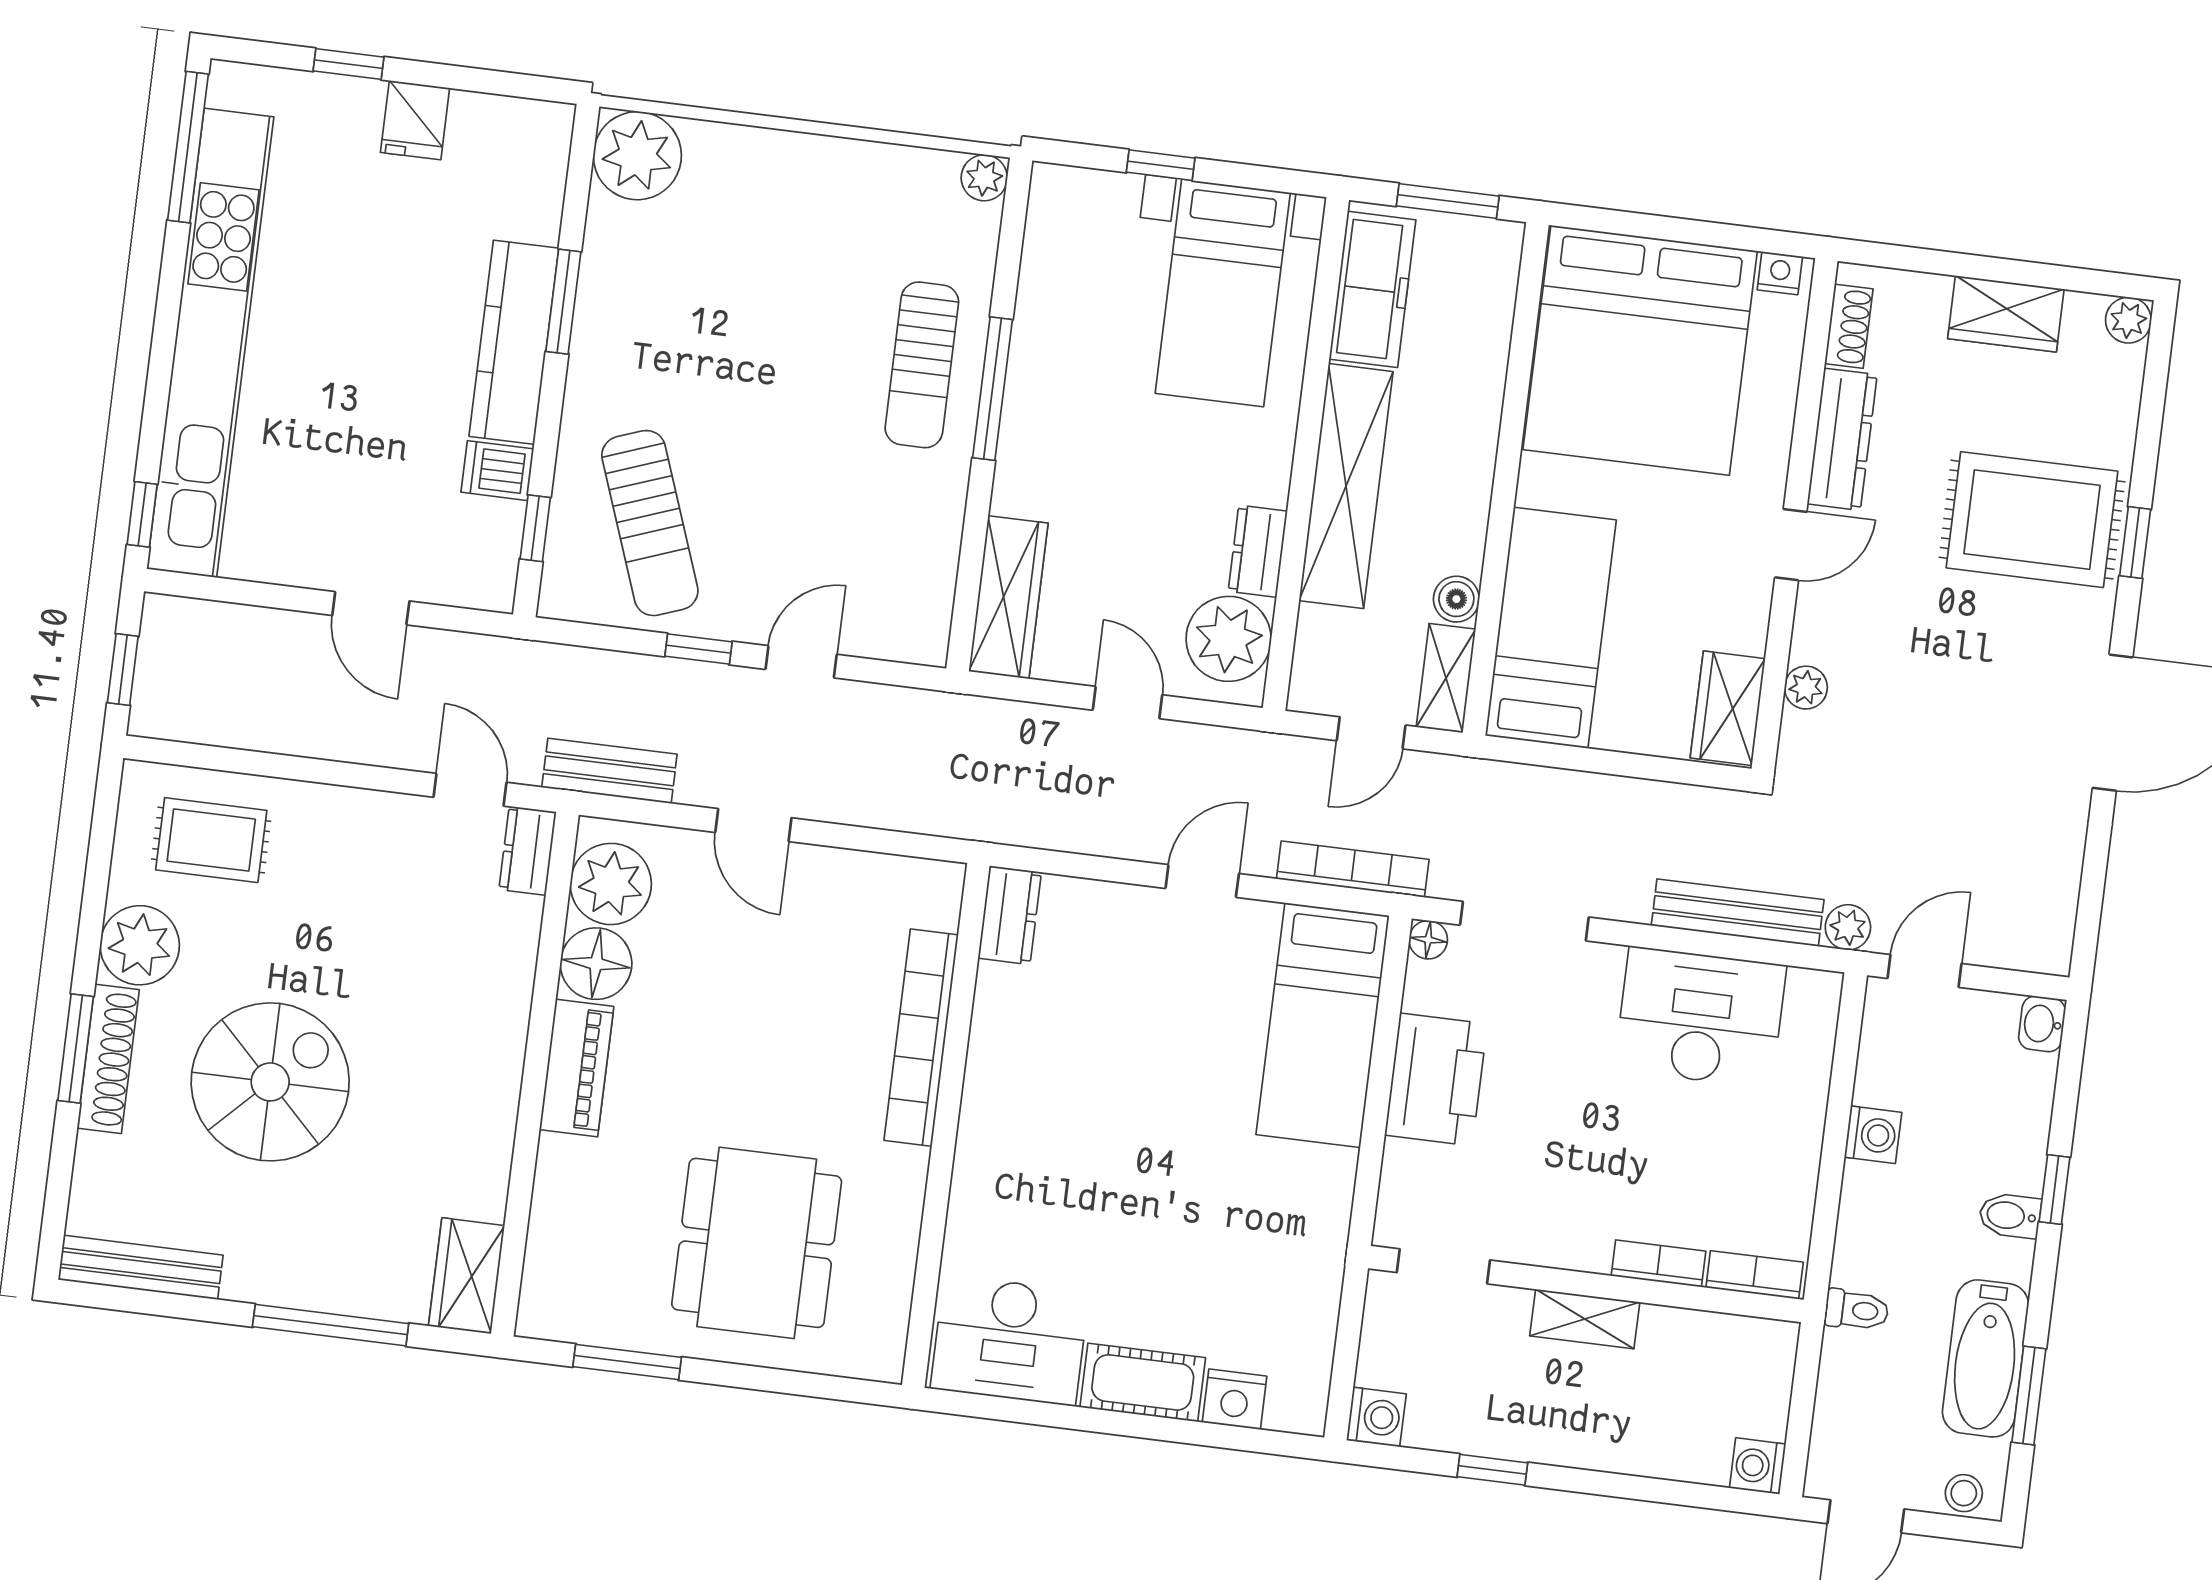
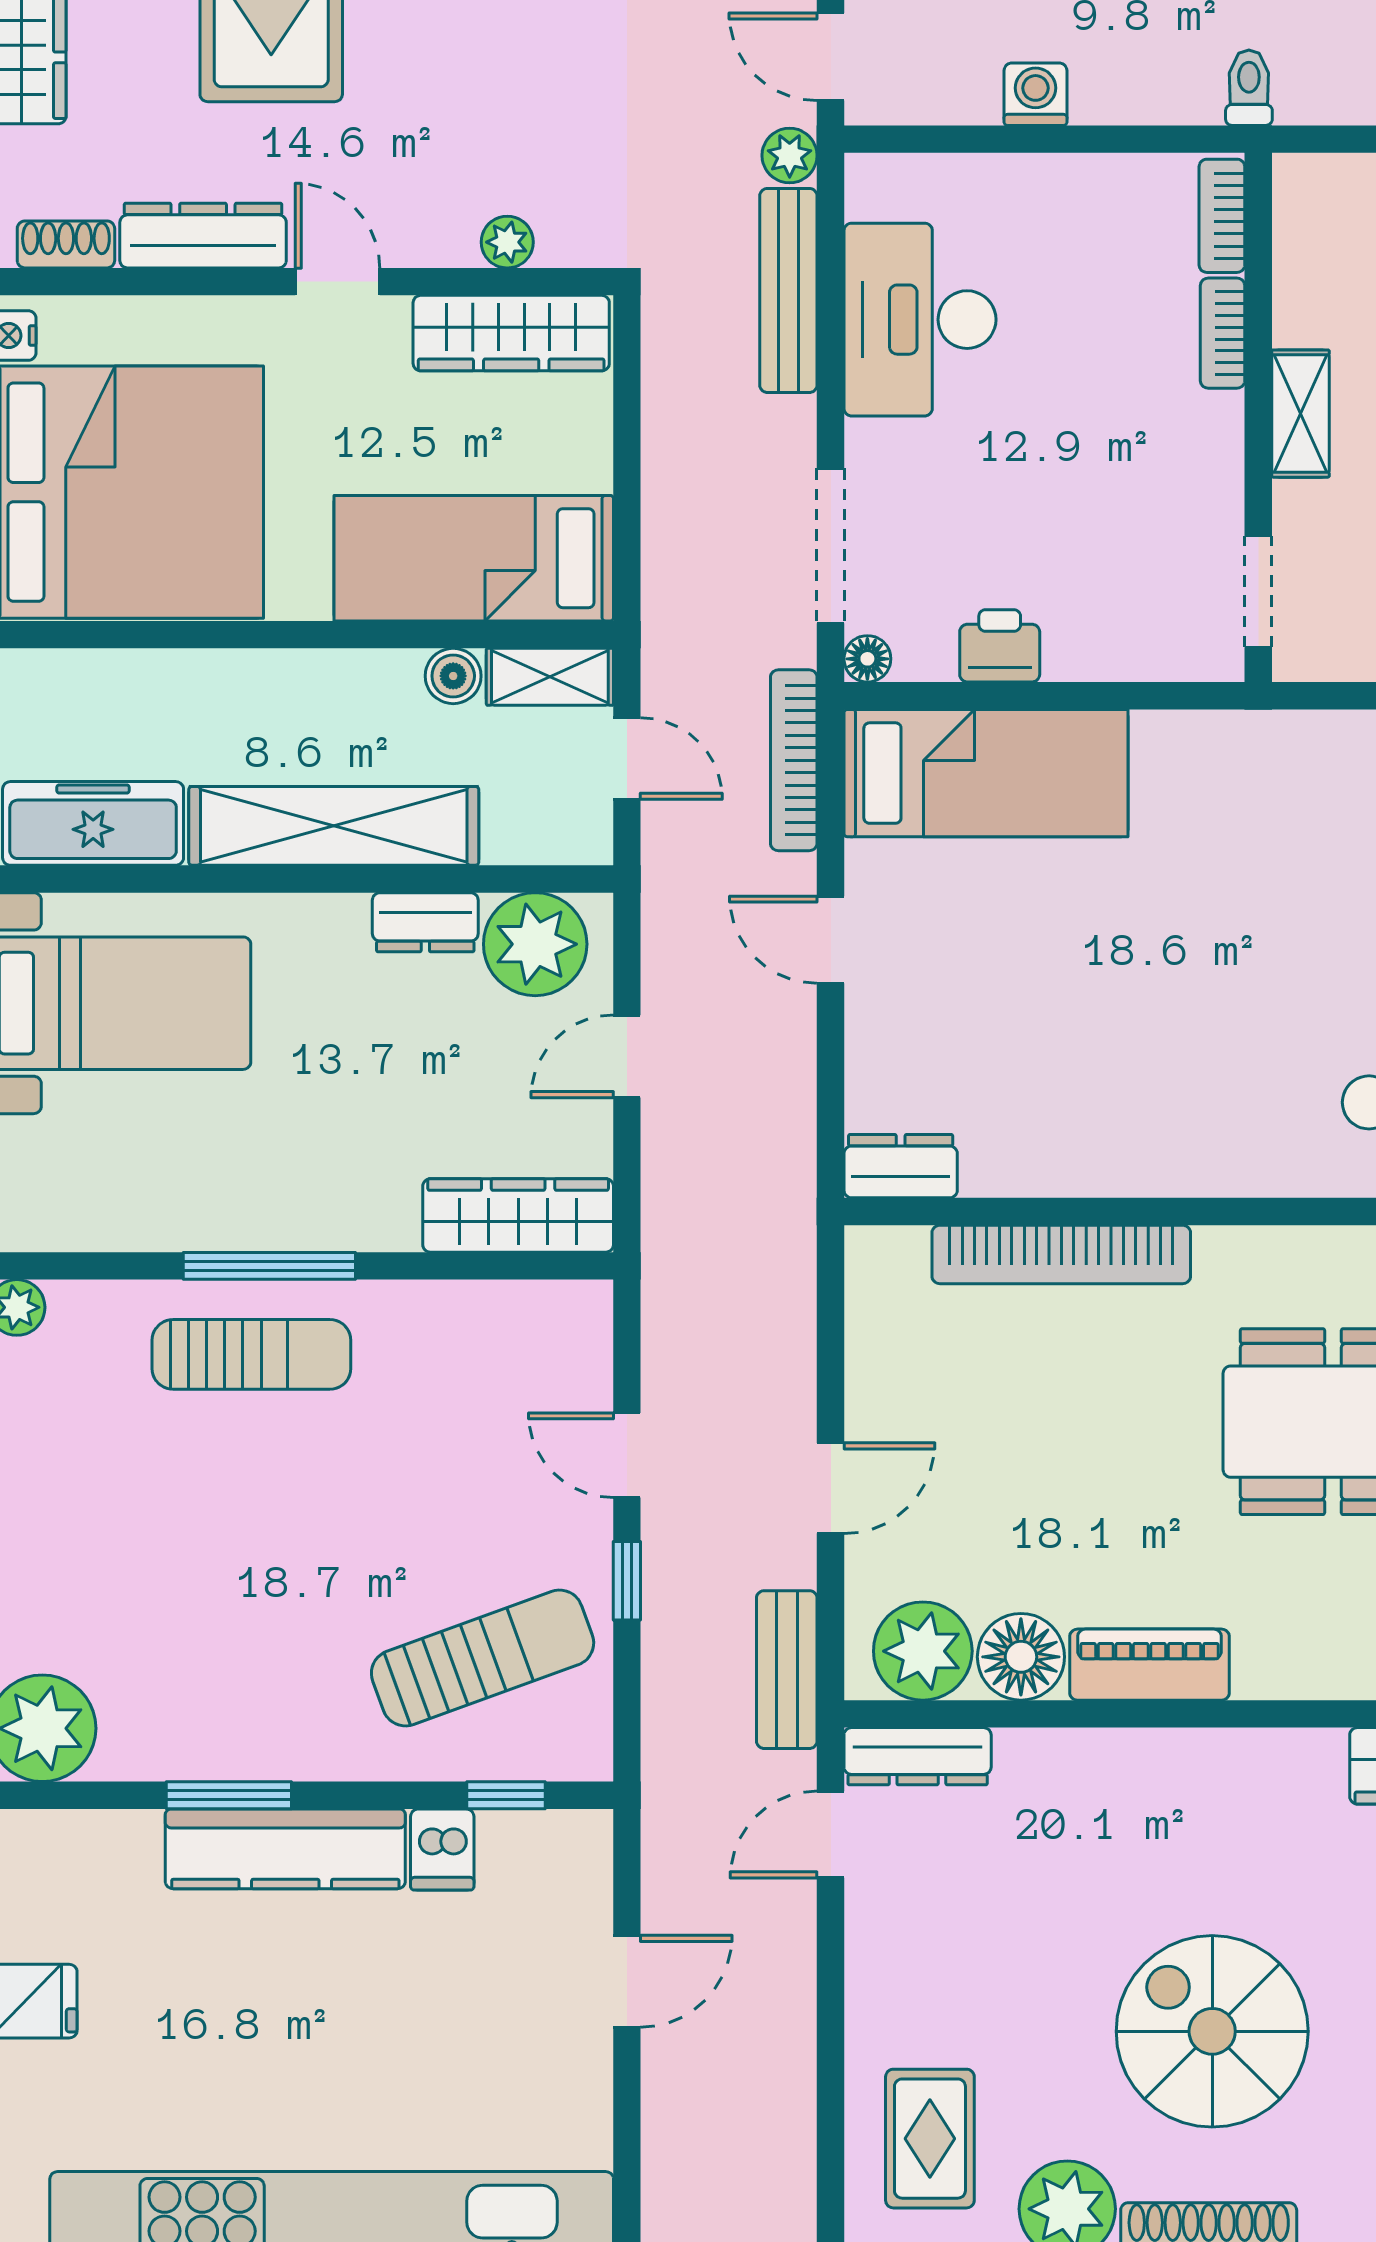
wardrobe: (1728, 708) -> (511, 333), width x1.50
dresser: (528, 851) -> (918, 1756), width x1.44
printer: (1436, 1079) -> (1000, 646), width x0.53, depth x0.68

